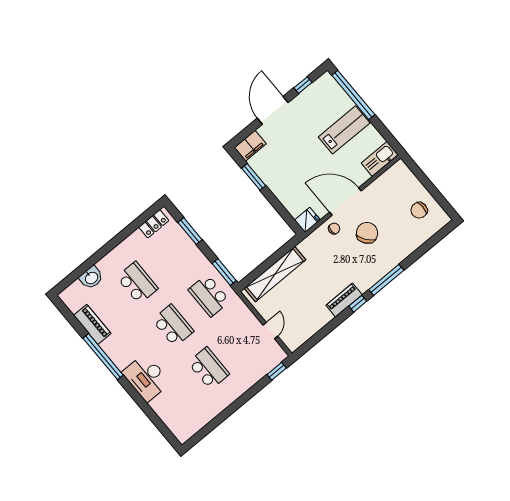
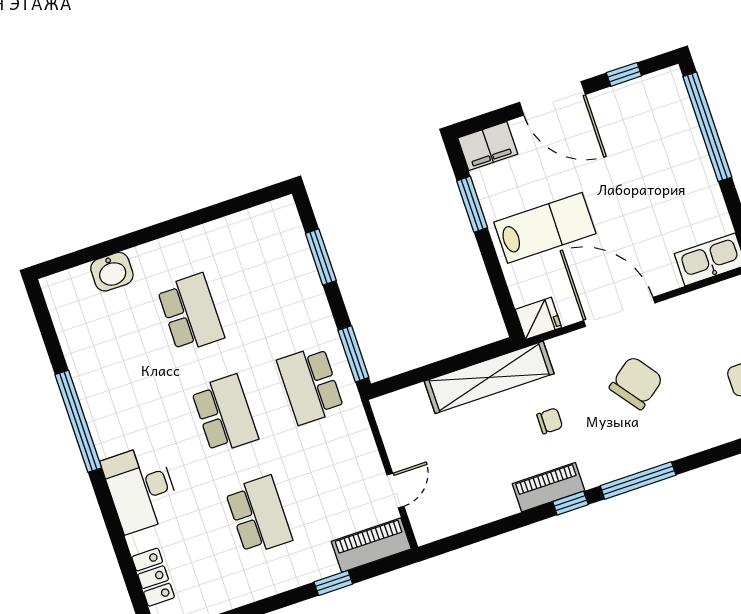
door: (273, 110) -> (552, 98), swing flipped
lab bench: (344, 130) -> (545, 228), moved
locker: (154, 224) -> (153, 577), moved, turned -90
chair: (334, 229) -> (550, 421), moved
shelving: (275, 274) -> (489, 377), moved
piano: (92, 324) -> (371, 545), moved, turned -90
window: (277, 371) -> (333, 583), moved

